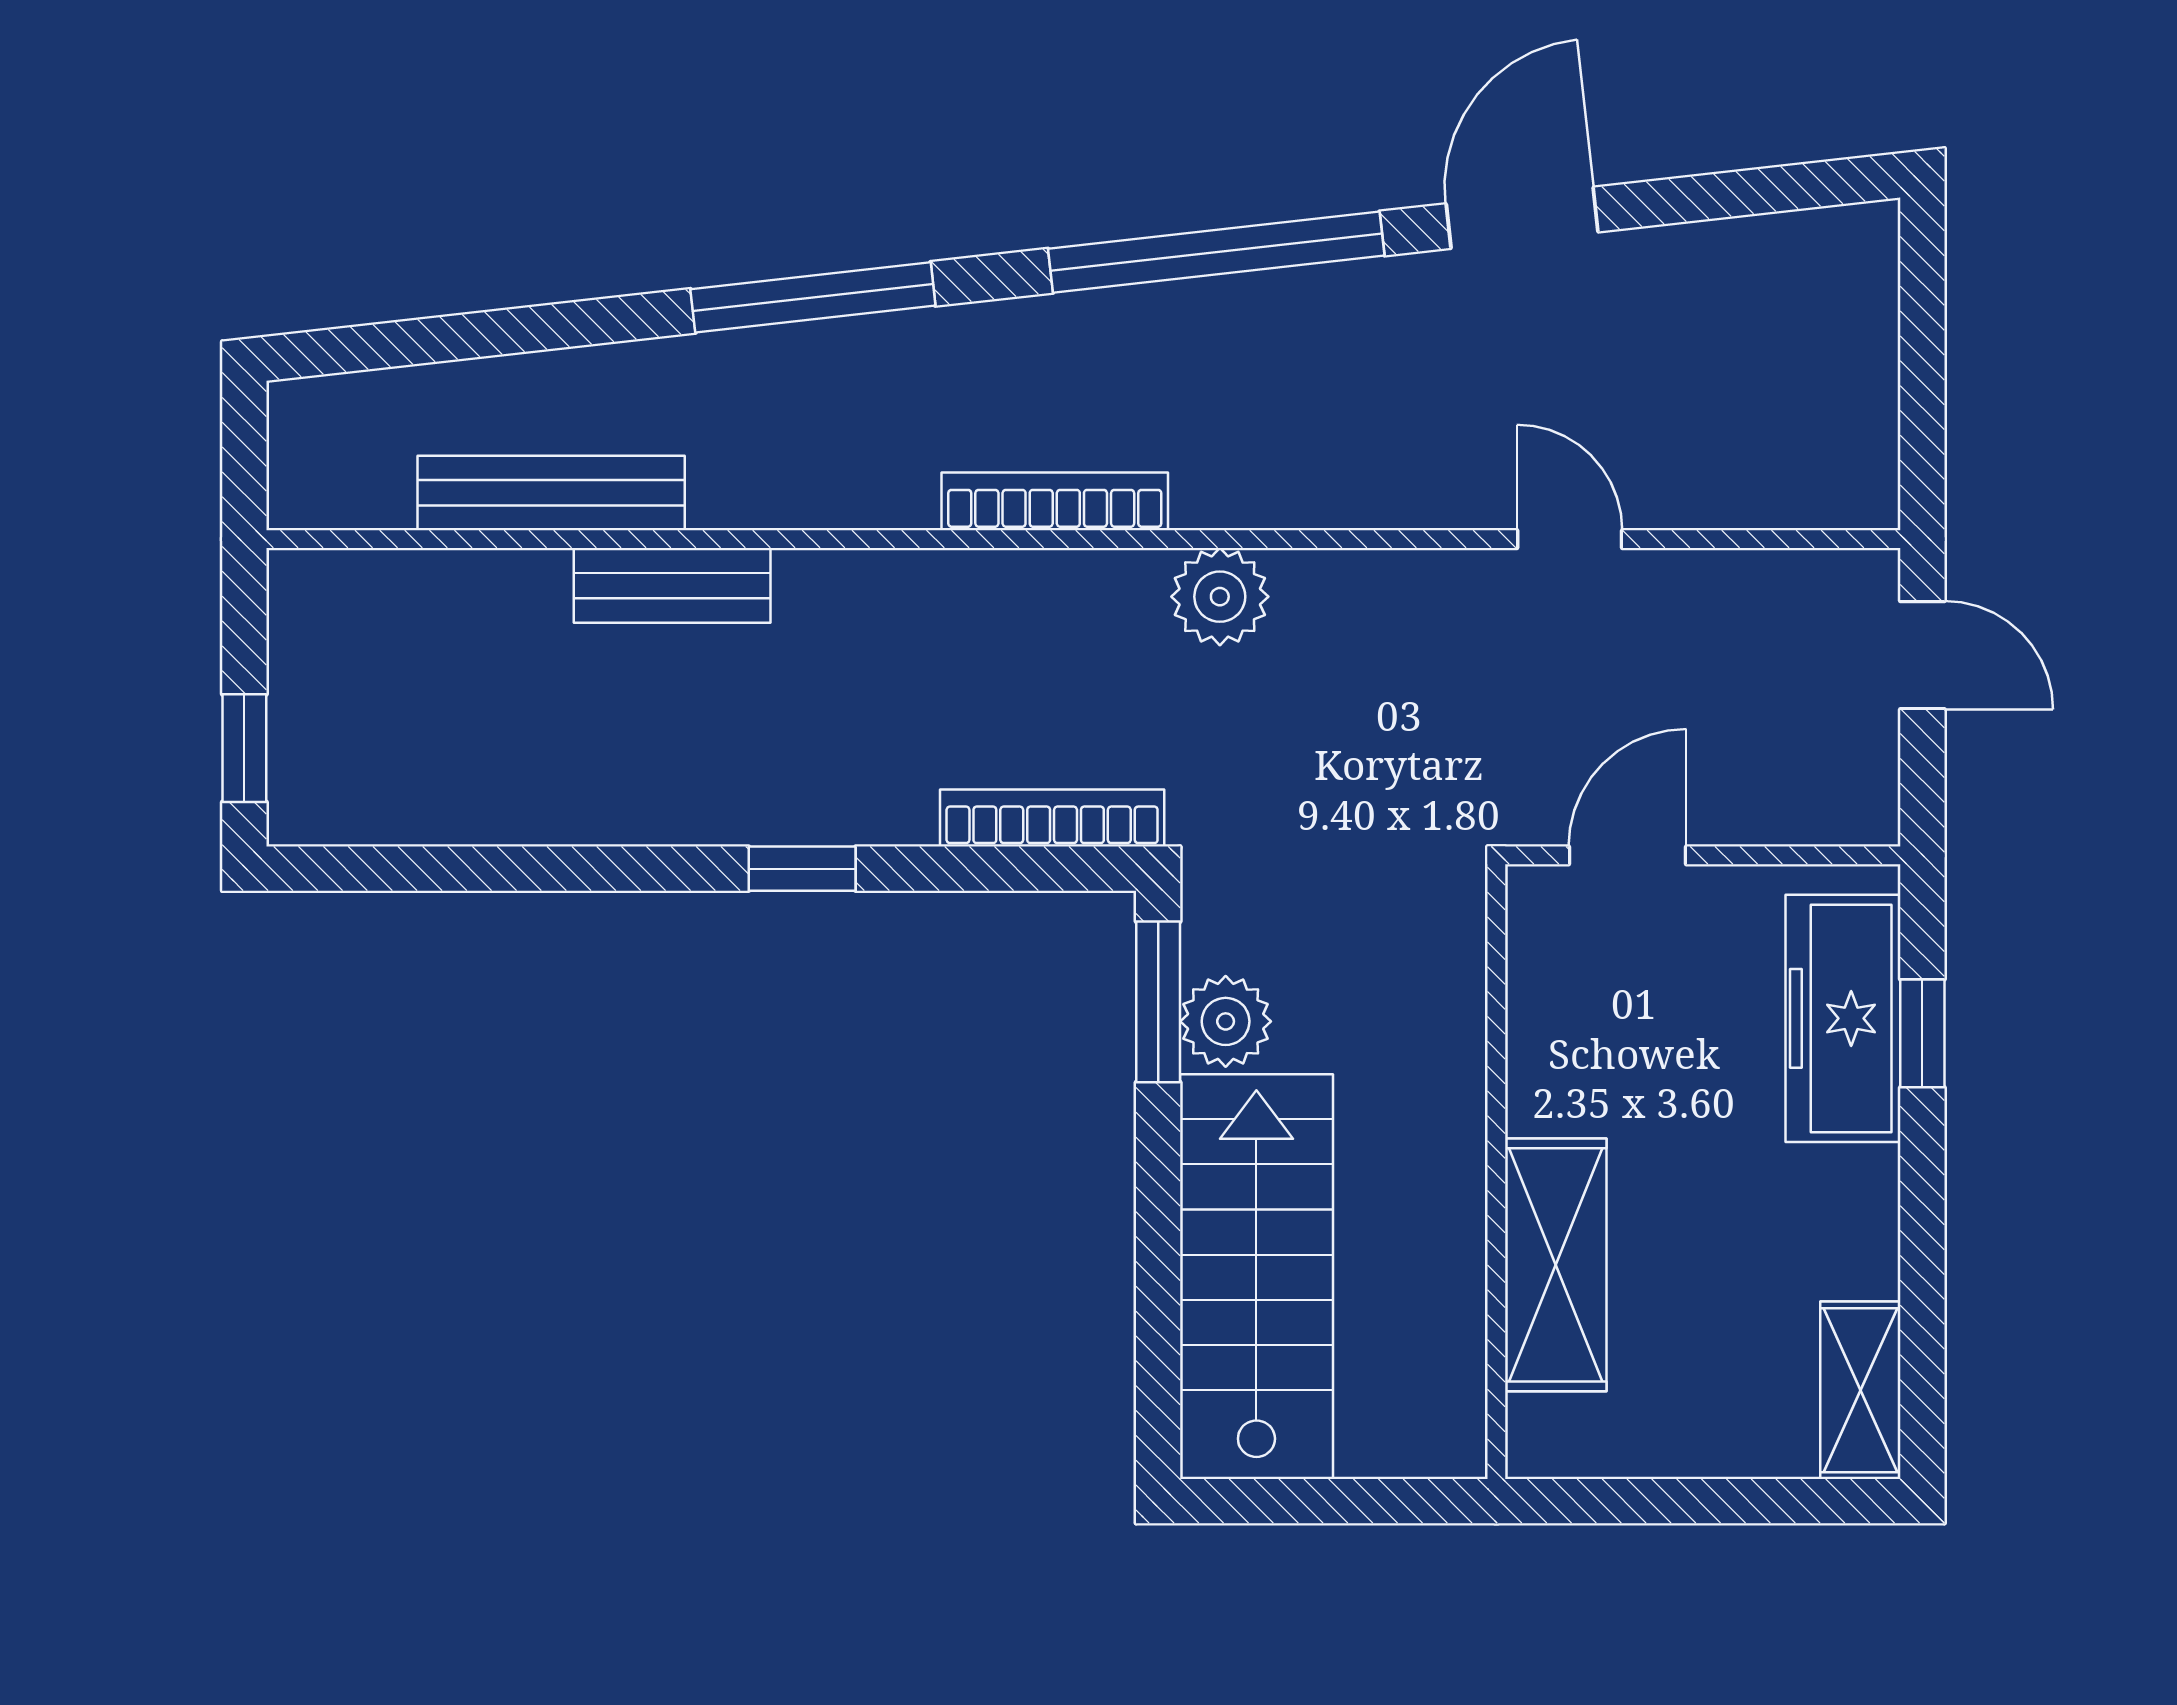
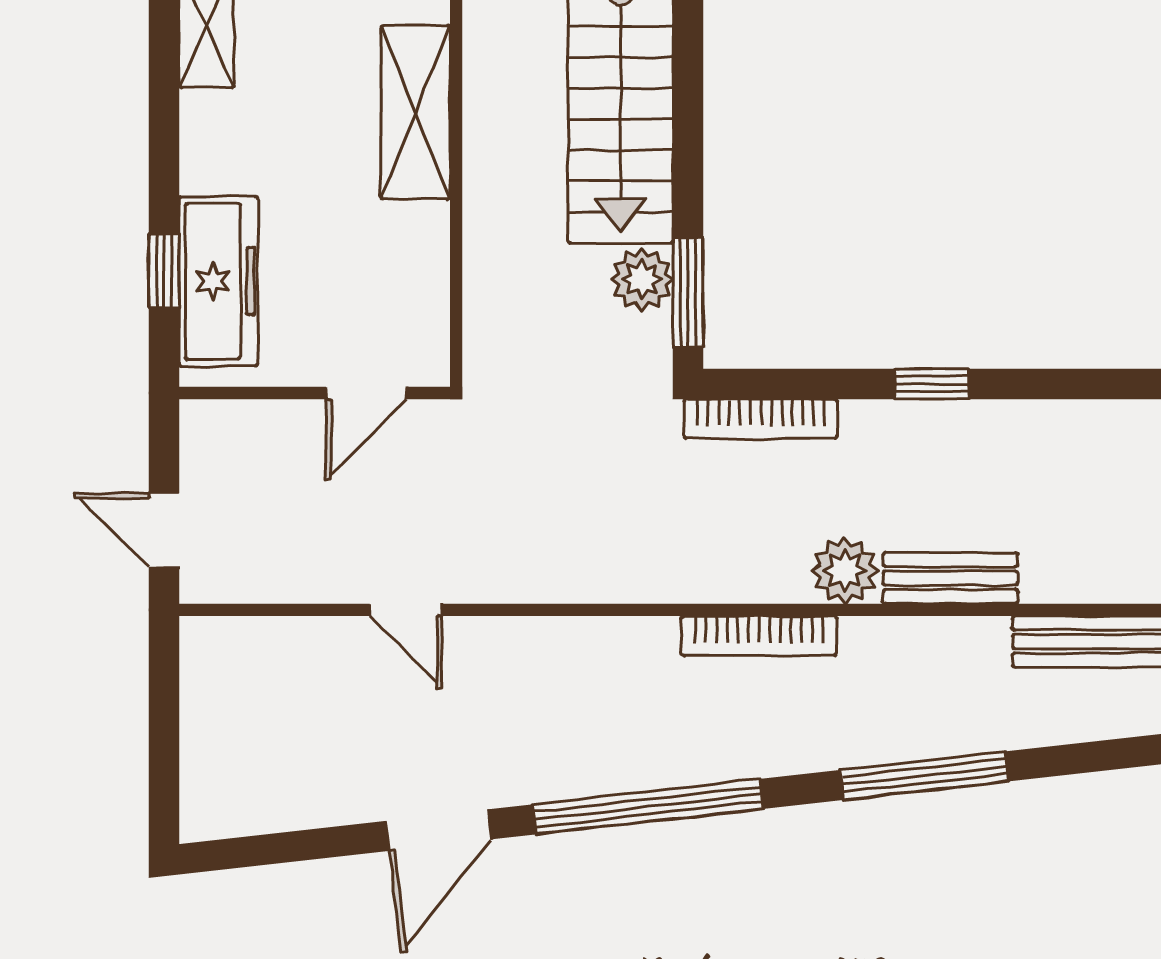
bench: (672, 585) -> (950, 578), moved
plant: (1220, 597) -> (845, 570), moved

